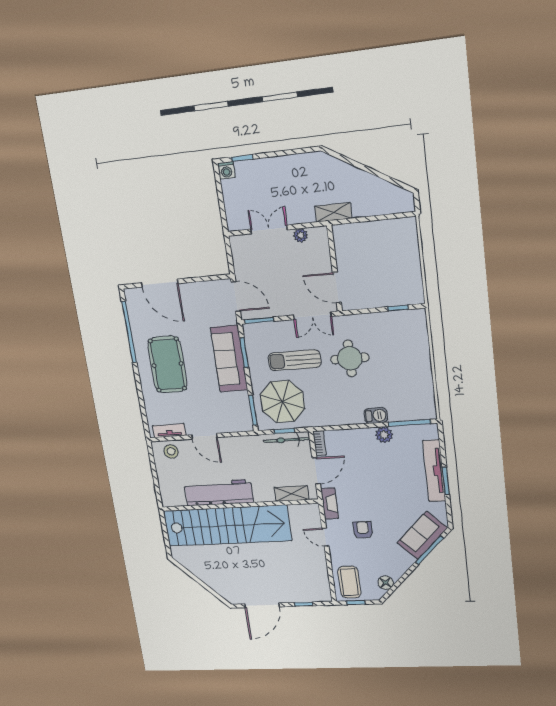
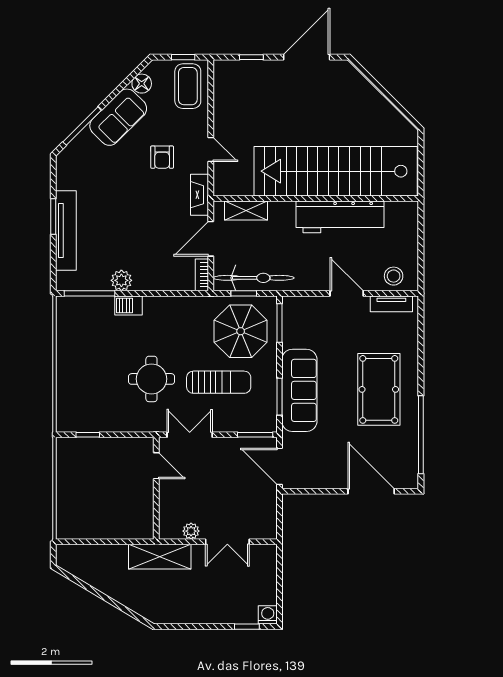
shelving: (333, 212) -> (160, 557), width x1.50, depth x1.33
door: (337, 288) -> (156, 466), width x0.73
bicycle: (286, 440) -> (254, 278), width x1.37, depth x1.40
sofa: (422, 535) -> (118, 117), moved

